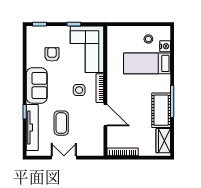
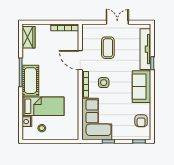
armchair: (52, 54) -> (141, 121), moved
cot: (161, 110) -> (30, 81), moved
coffee table: (61, 123) -> (108, 48), moved
double door: (64, 158) -> (117, 22), swing flipped

